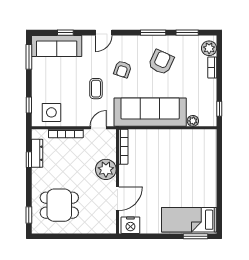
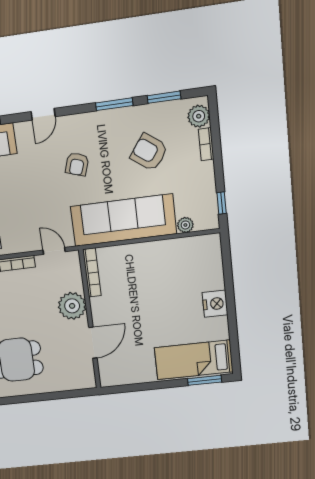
armchair: (161, 62) -> (149, 152), moved, turned -79
coffee table: (96, 89) -> (43, 197), removed
door: (98, 128) -> (54, 251), hinge flipped
nightstand: (130, 225) -> (215, 304), moved, turned -90

